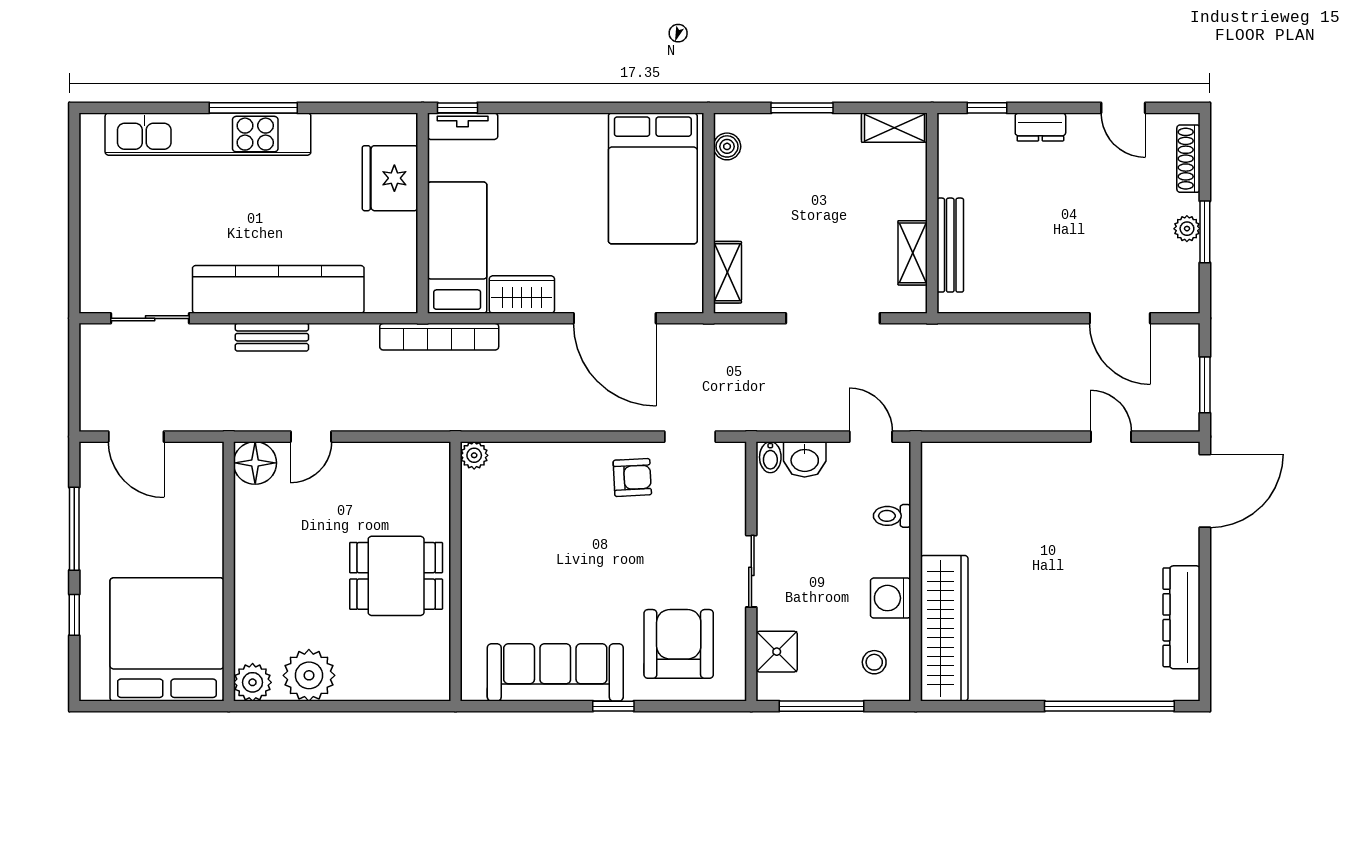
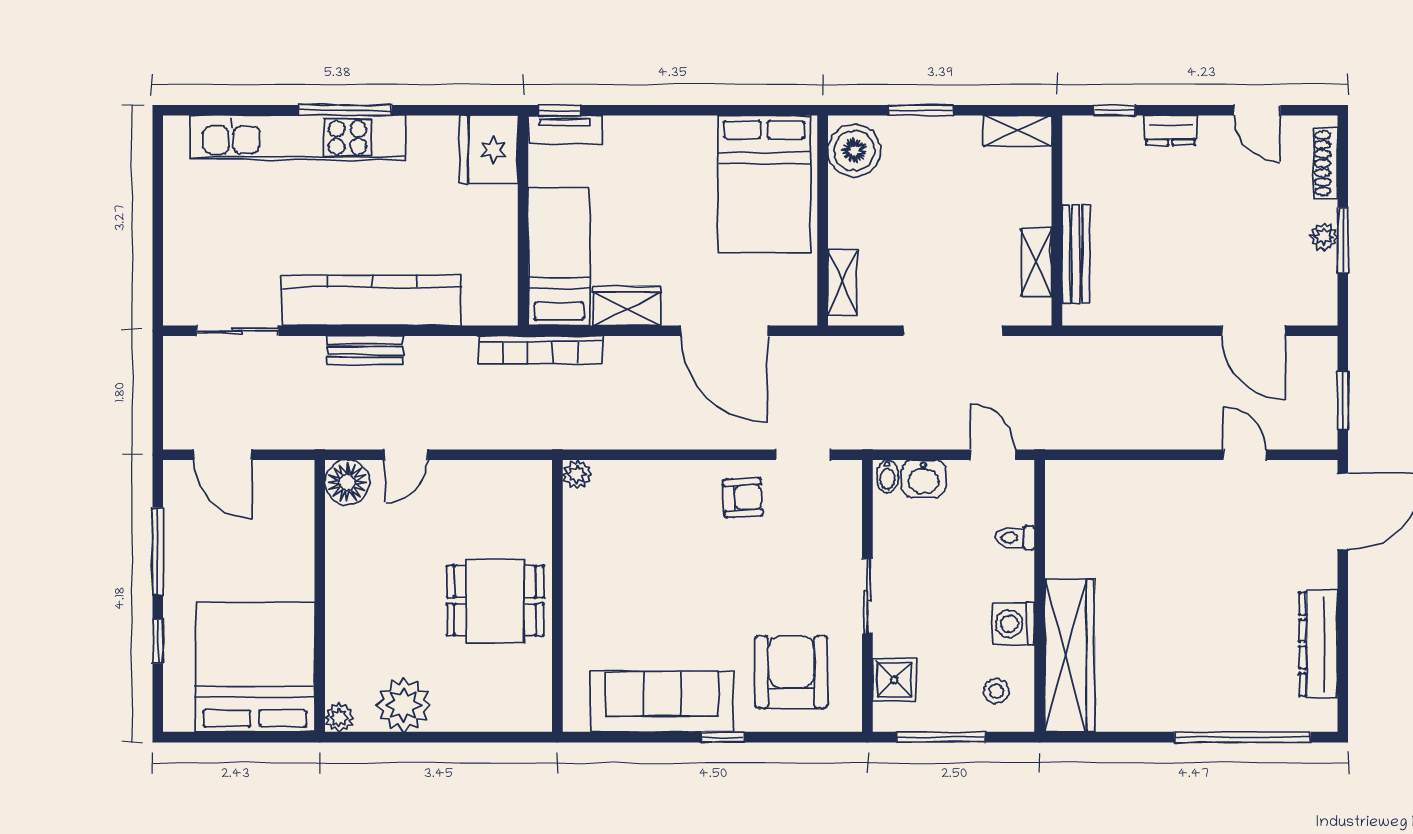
boiler: (727, 146) -> (854, 151), width x1.86, depth x1.86
fridge: (390, 178) -> (489, 150), moved
plant: (253, 682) -> (339, 718), width x0.73, depth x0.73

